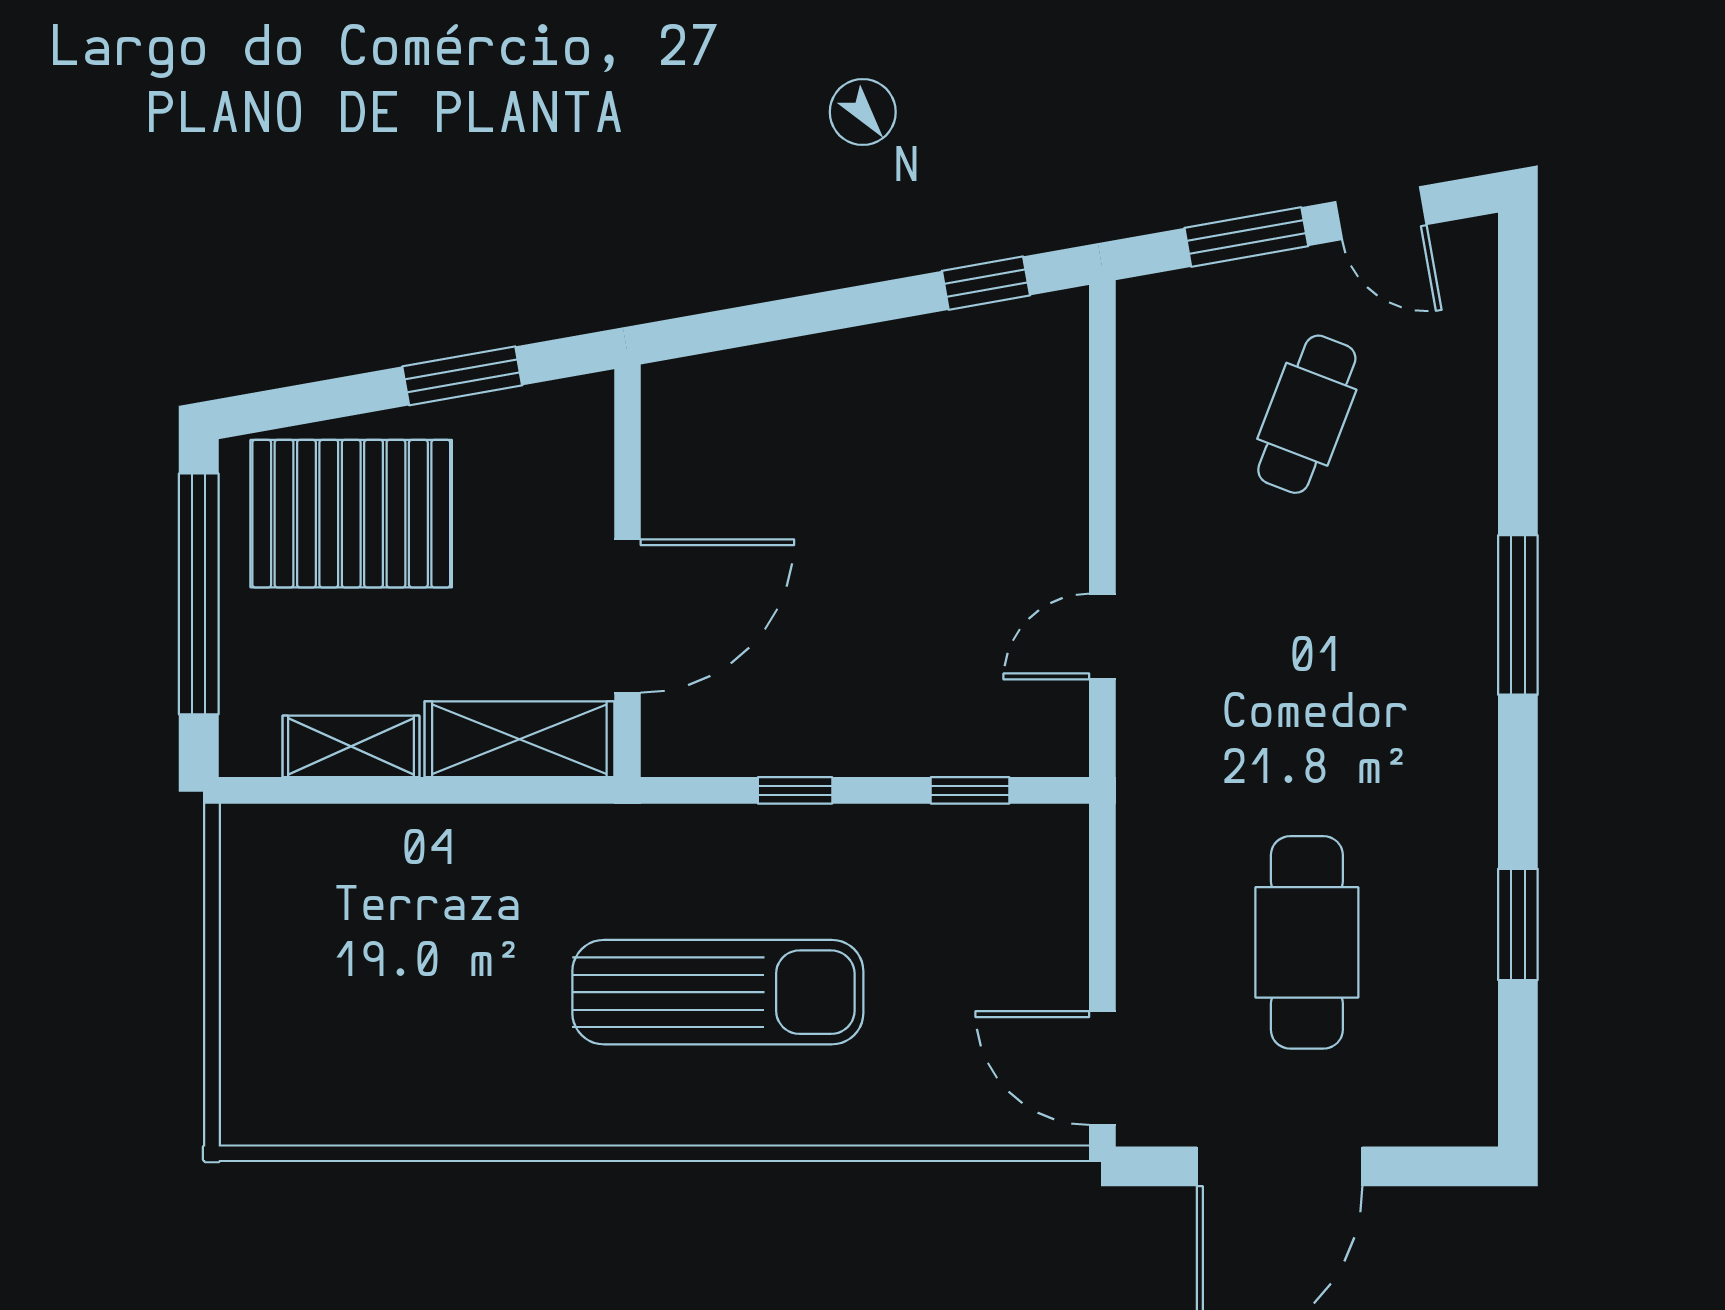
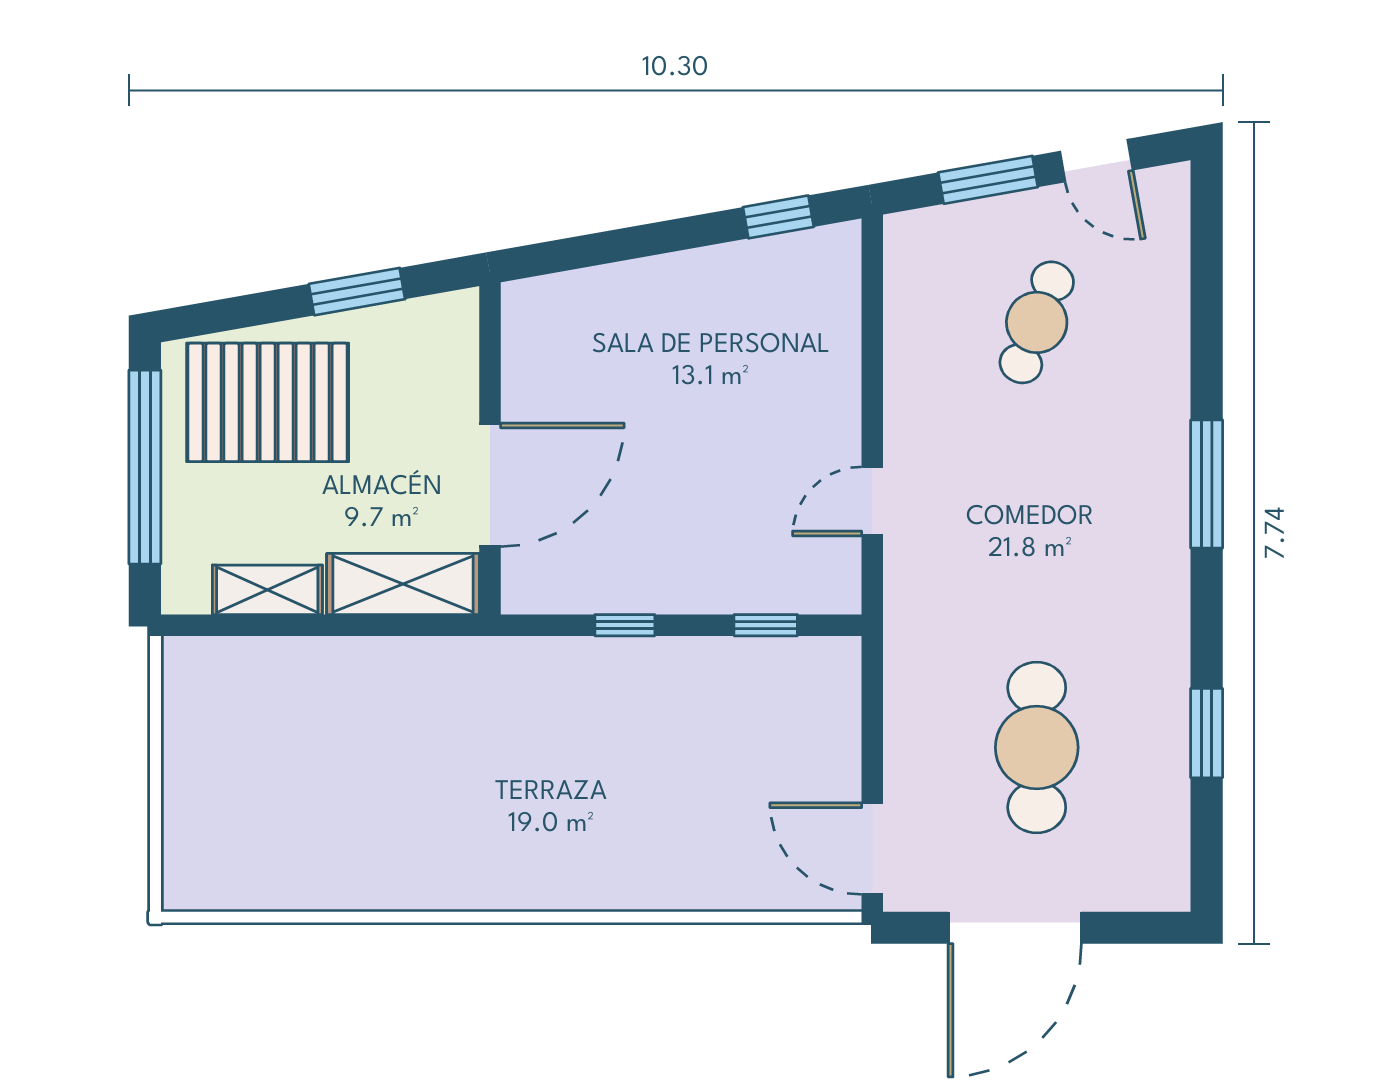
sun lounger: (718, 992) -> (563, 788), removed

